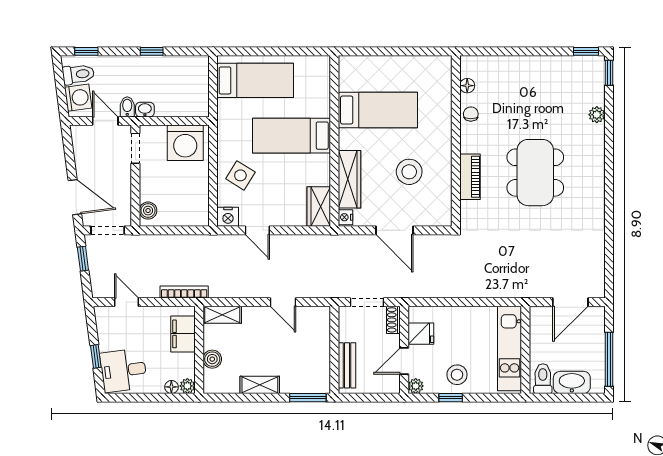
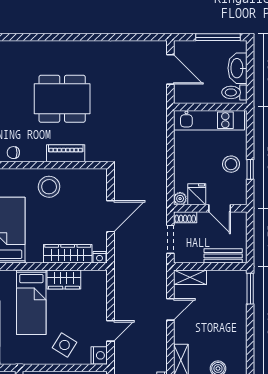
plant: (597, 115) -> (14, 47), removed
stool: (409, 172) -> (49, 187), moved
wardrobe: (319, 206) -> (64, 279), moved
shelving: (260, 385) -> (190, 277), moved, turned 90
plant: (416, 386) -> (180, 199), moved

